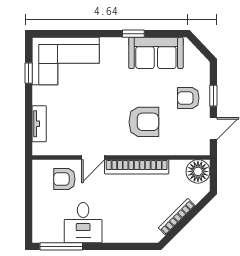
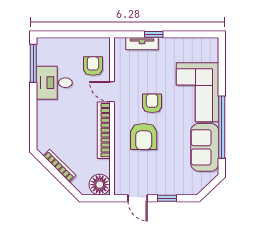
window: (133, 34) -> (222, 127), width x3.17
corner sofa: (66, 61) -> (198, 92), moved
window: (29, 73) -> (154, 34), moved
armchair: (188, 98) -> (152, 103), moved

